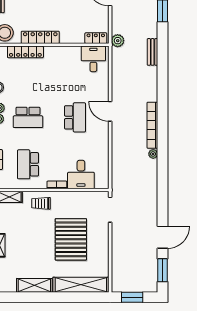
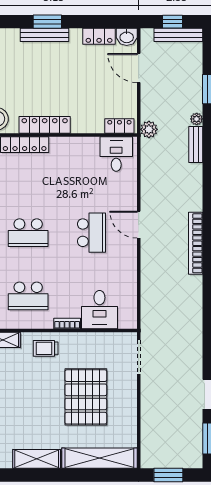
plant: (153, 154) -> (197, 119), moved
school desk: (28, 164) -> (28, 296), turned -90

